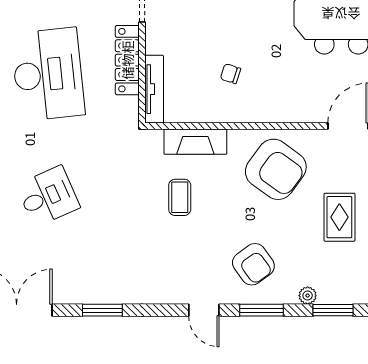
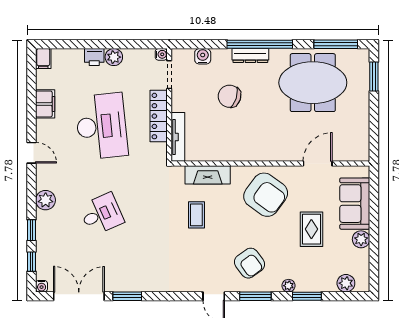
chair: (230, 74) -> (229, 96), moved, width x1.87, depth x1.87
window: (102, 310) -> (127, 296), moved

